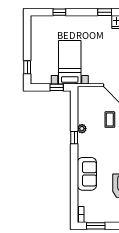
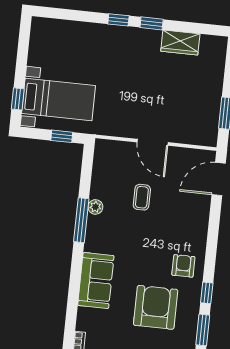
window: (59, 12) -> (118, 20), moved
bed with nightstands: (70, 62) -> (59, 100), moved, turned 90
window: (74, 138) -> (81, 220), width x2.17

